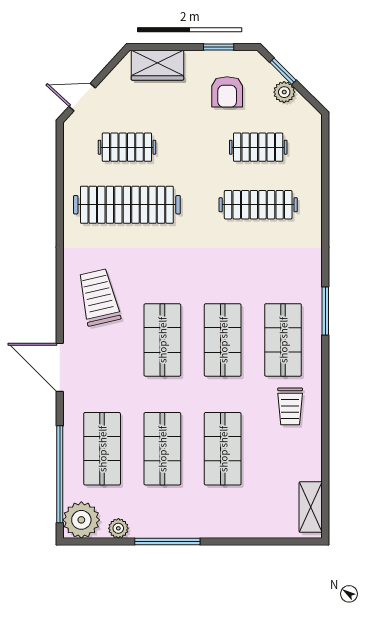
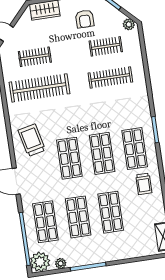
plant: (284, 92) -> (129, 24), moved

